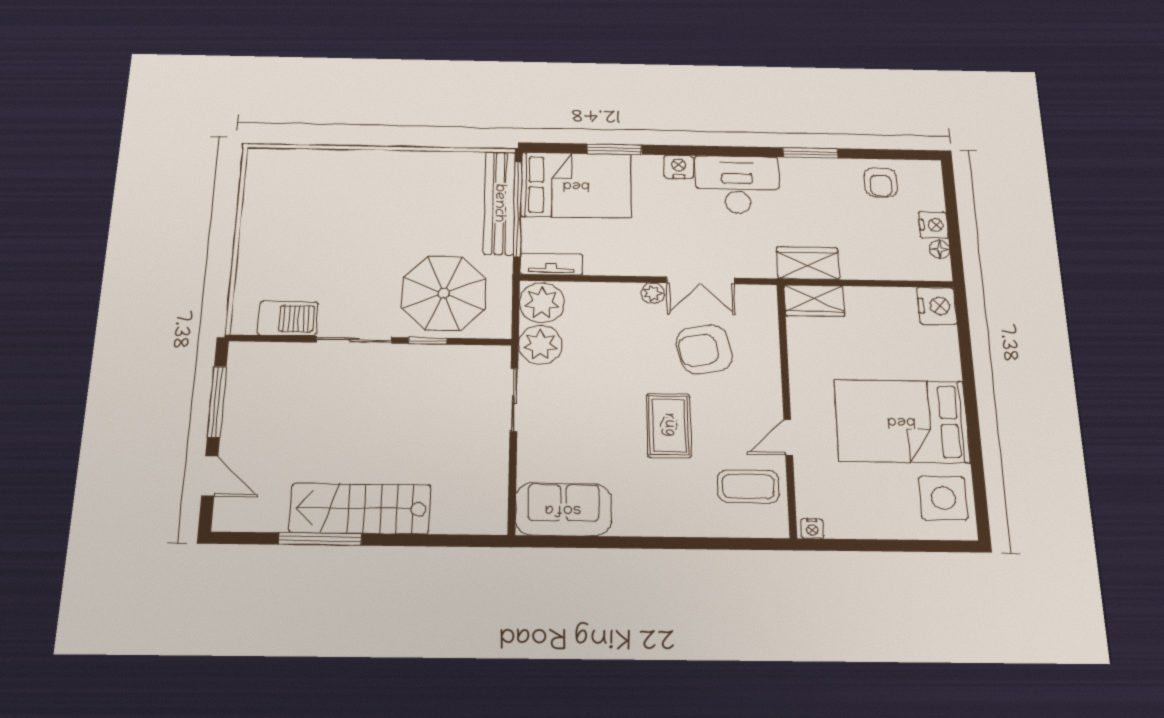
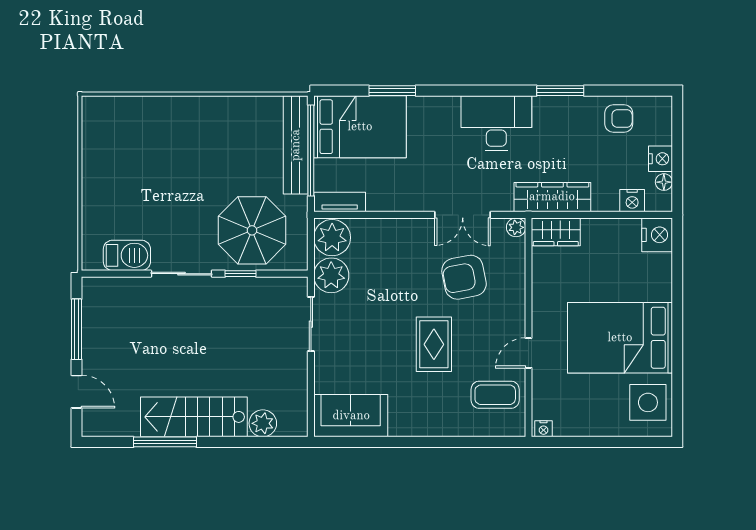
nightstand: (679, 167) -> (632, 201), moved, turned 180
armchair: (881, 182) -> (619, 118), turned -90
wardrobe: (808, 263) -> (552, 197), width x1.50
plant: (653, 293) -> (516, 227), moved
plant: (449, 517) -> (263, 423), added

